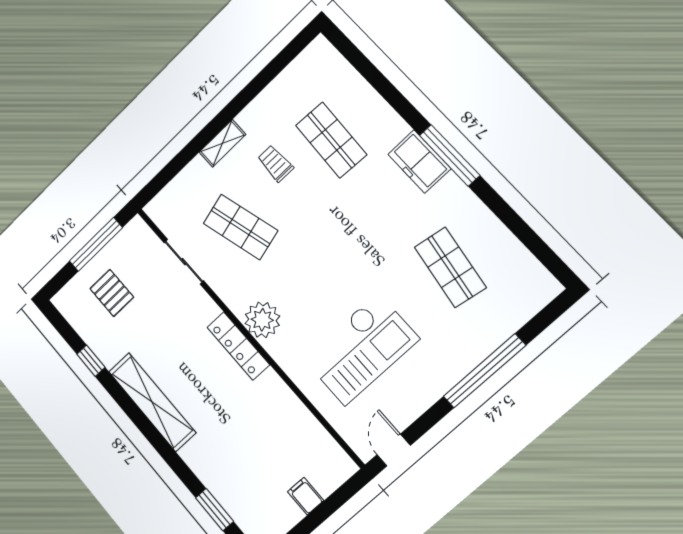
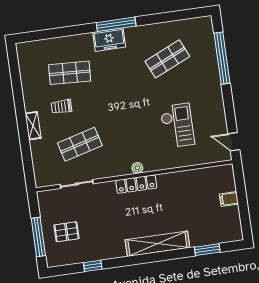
window: (96, 244) -> (38, 237), moved
shop shelf: (450, 267) -> (167, 59), turned -33
plant: (262, 320) -> (137, 168), width x0.53, depth x0.53
checkout: (361, 349) -> (177, 126), width x0.73, depth x0.83
window: (484, 371) -> (222, 58), moved
shelving: (152, 402) -> (157, 244), moved

